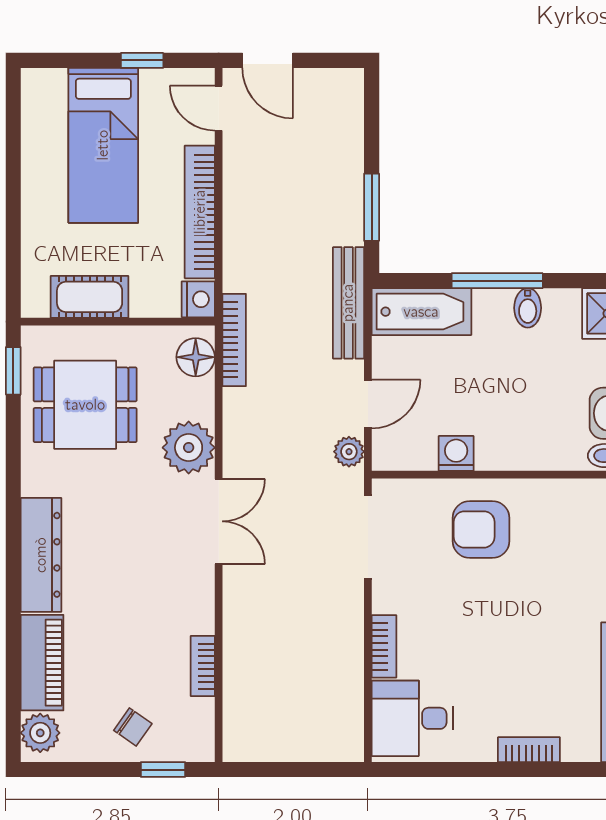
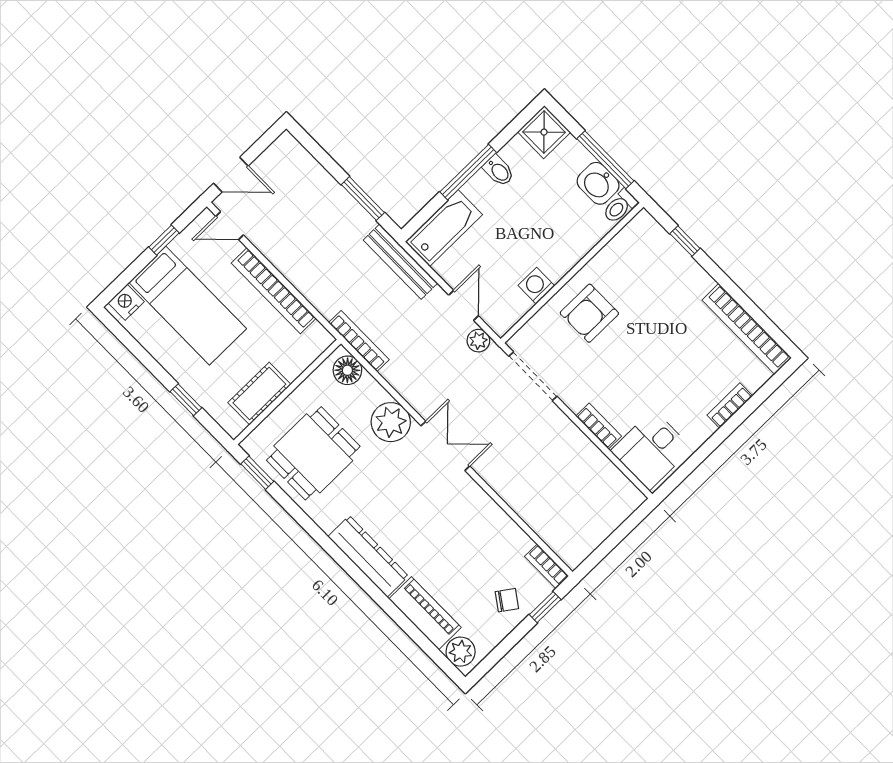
window: (13, 234) -> (186, 400), added
nightstand: (198, 299) -> (126, 302), moved, turned -90
bookcase: (203, 666) -> (547, 566), moved

